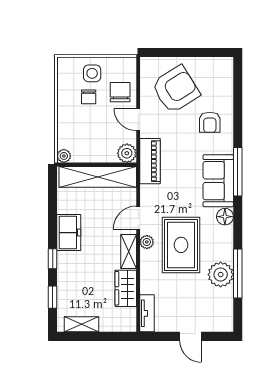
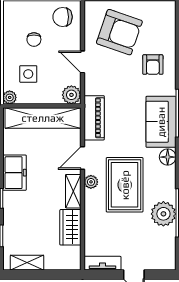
side table: (92, 73) -> (28, 74), moved
armchair: (176, 89) -> (119, 32), turned 51
chair: (120, 92) -> (63, 17), moved, turned -90
piano: (150, 161) -> (94, 118), moved
tv unit: (147, 313) -> (103, 263), moved, turned -90

